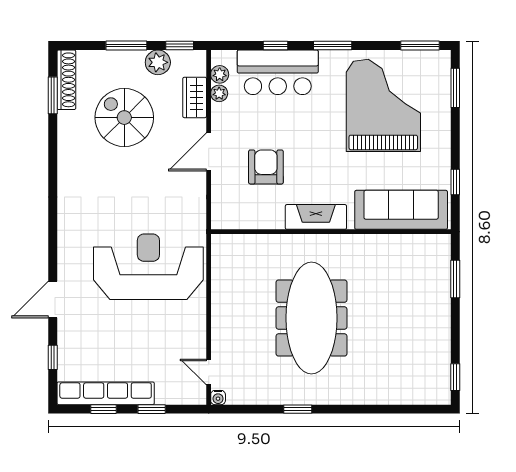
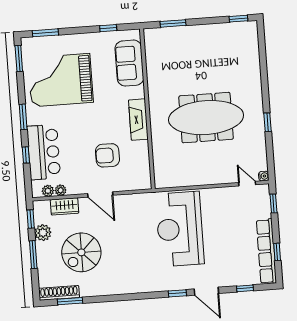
sofa: (401, 210) -> (129, 63), width x0.73
window: (53, 256) -> (177, 293), added
door: (209, 372) -> (247, 184), swing flipped
window: (152, 409) -> (273, 204), moved

